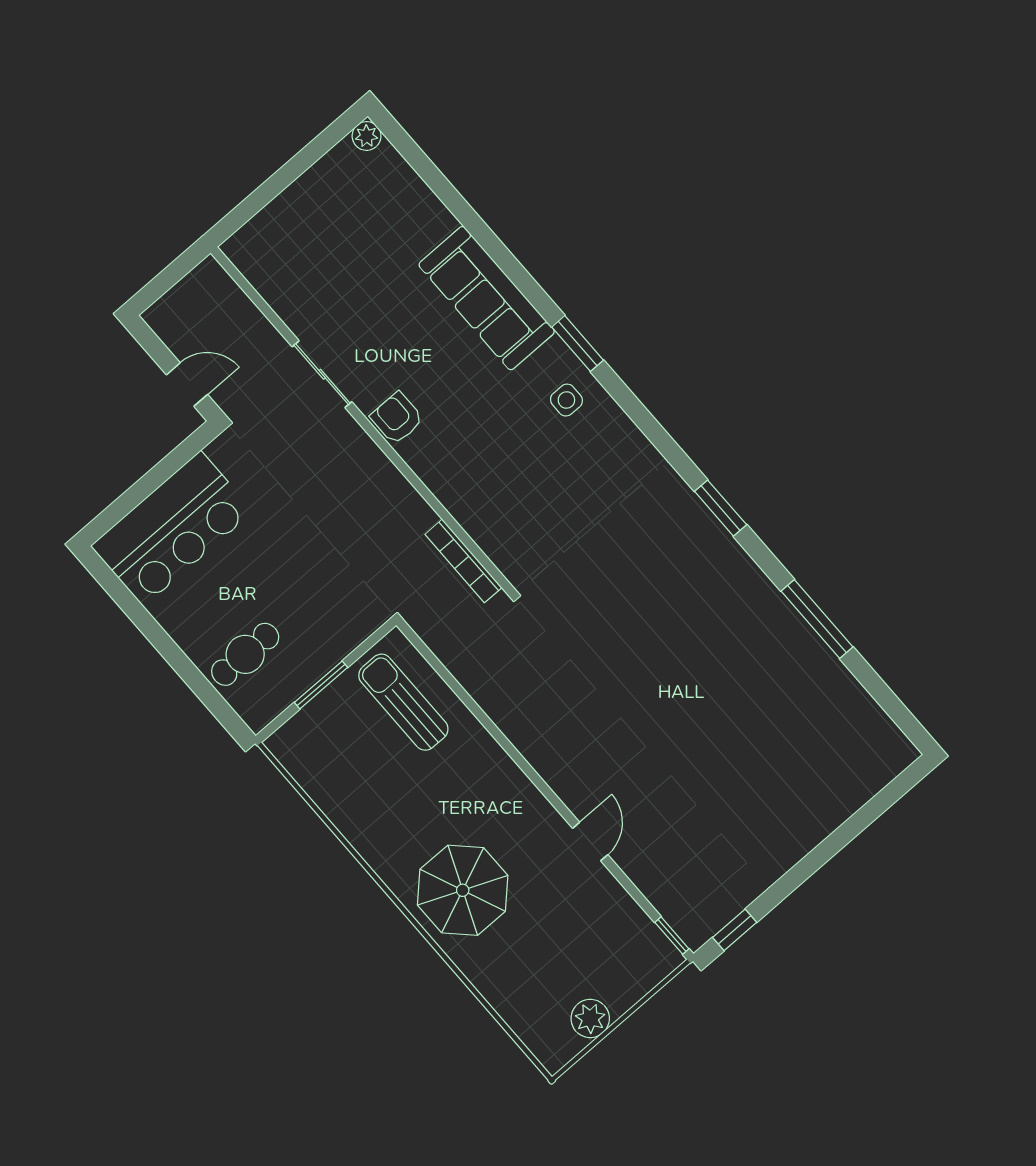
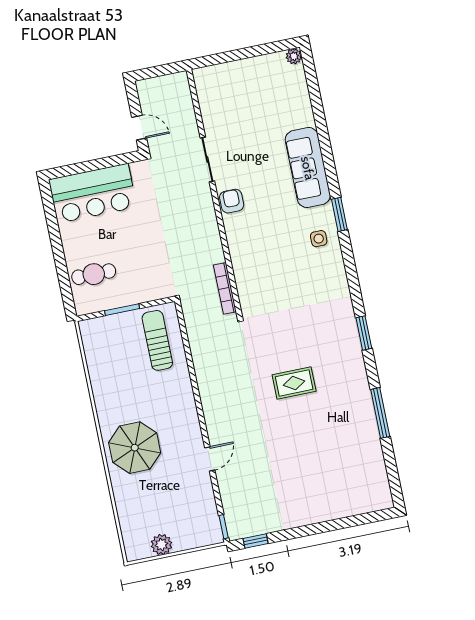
rug: (656, 648) -> (294, 383), added

